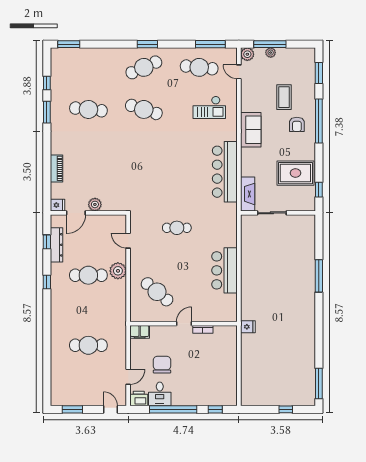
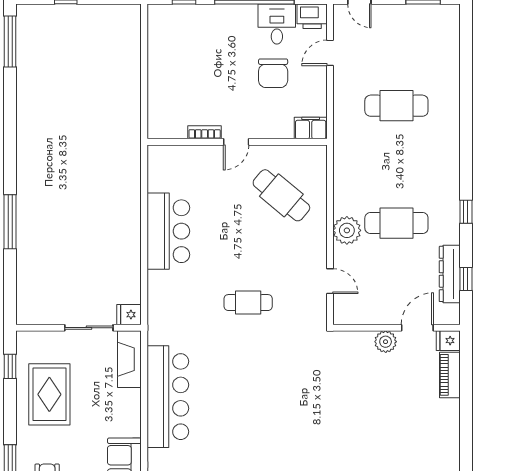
piano: (57, 168) -> (450, 375), moved
rug: (295, 173) -> (49, 394), turned 90
fridge: (248, 327) -> (129, 315), moved

